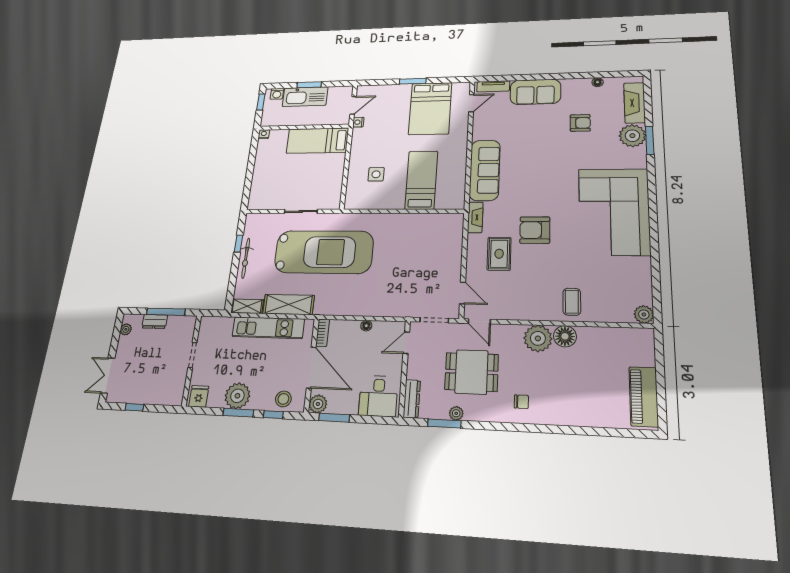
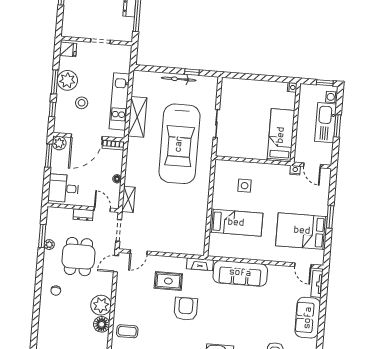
shelving: (247, 306) -> (128, 199), moved
stool: (283, 399) -> (82, 103), moved
dresser: (412, 399) -> (83, 215), moved, width x0.70

